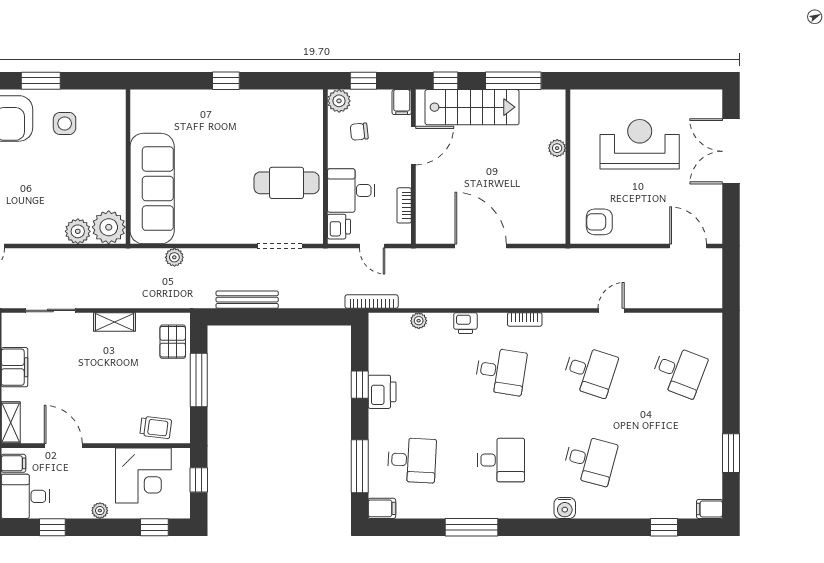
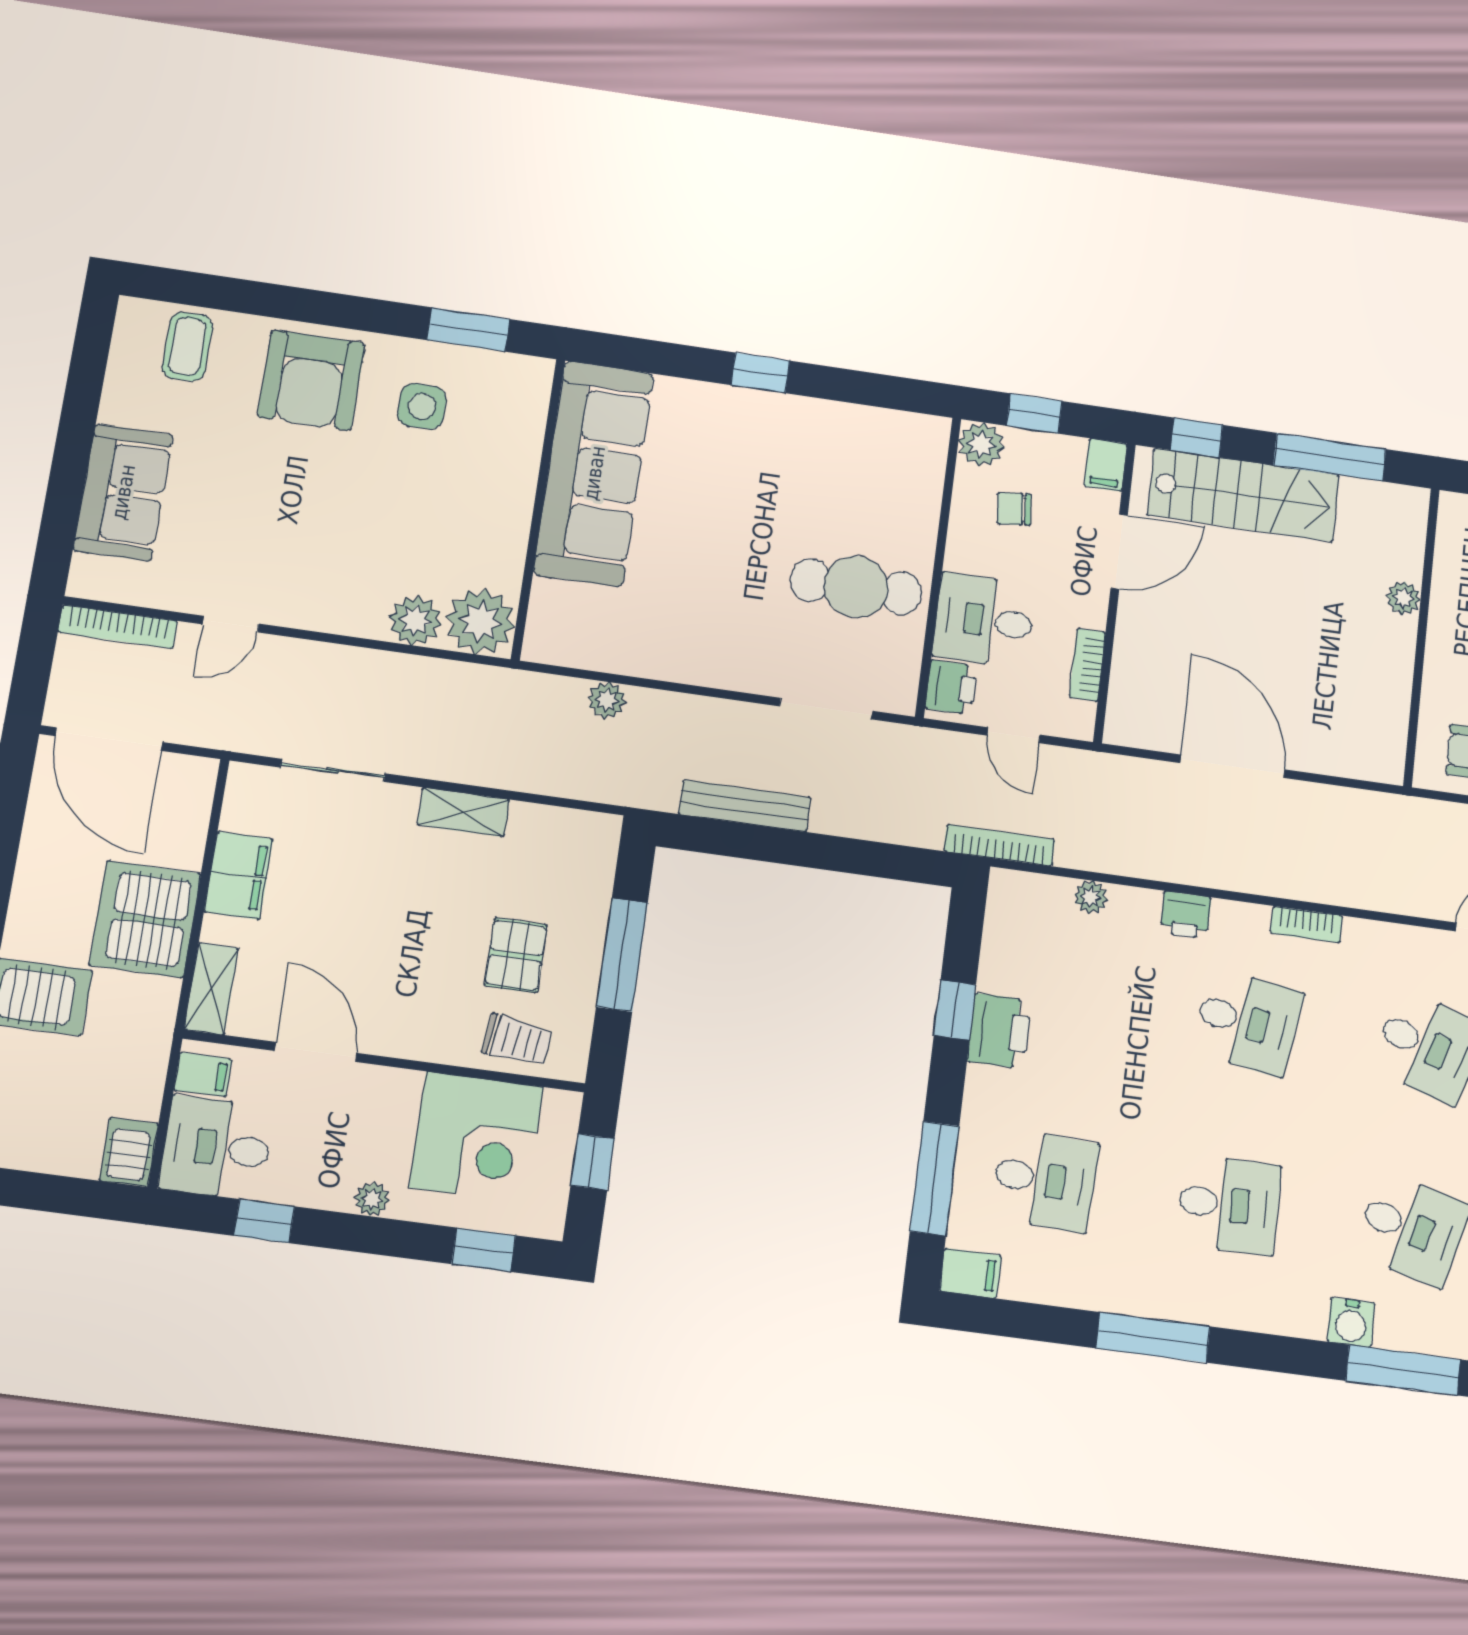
window: (41, 81) -> (468, 330), moved
sofa: (152, 189) -> (594, 473), moved
pallet: (173, 342) -> (516, 955), moved
window: (592, 527) -> (1403, 1370), added

